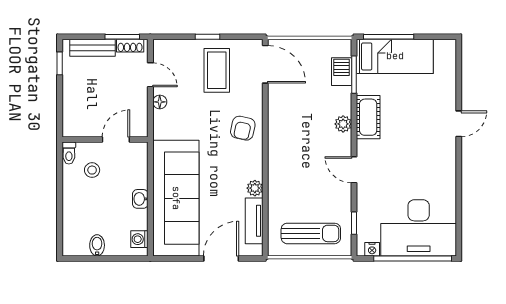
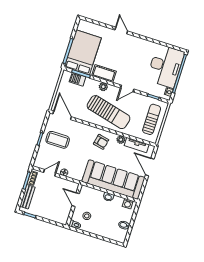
bed: (395, 56) -> (83, 52), width x1.50
door: (265, 64) -> (62, 115), hinge flipped
armchair: (243, 128) -> (101, 142), moved
sun lounger: (299, 149) -> (109, 112), added

